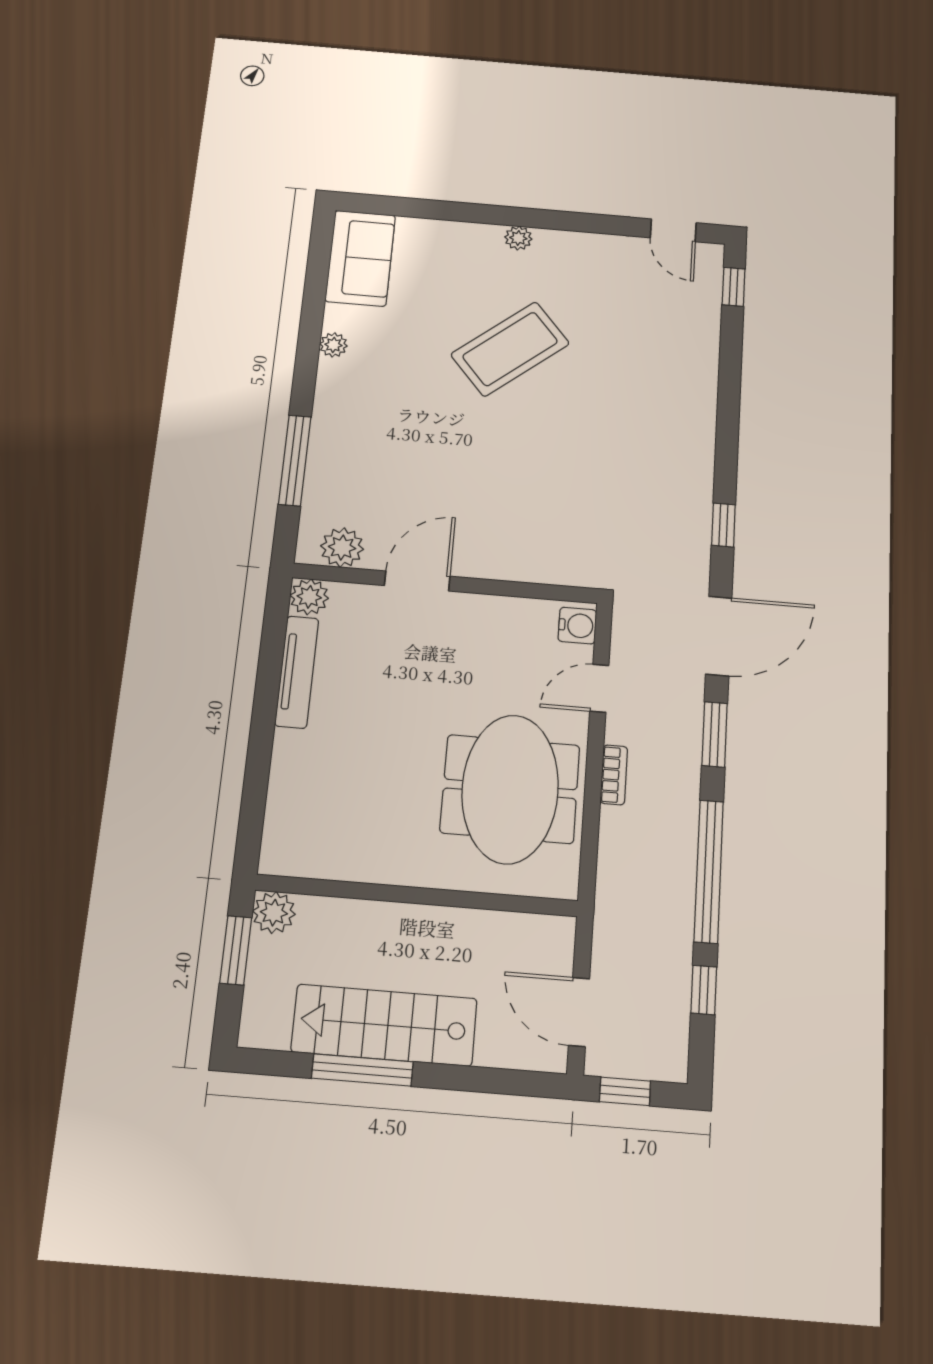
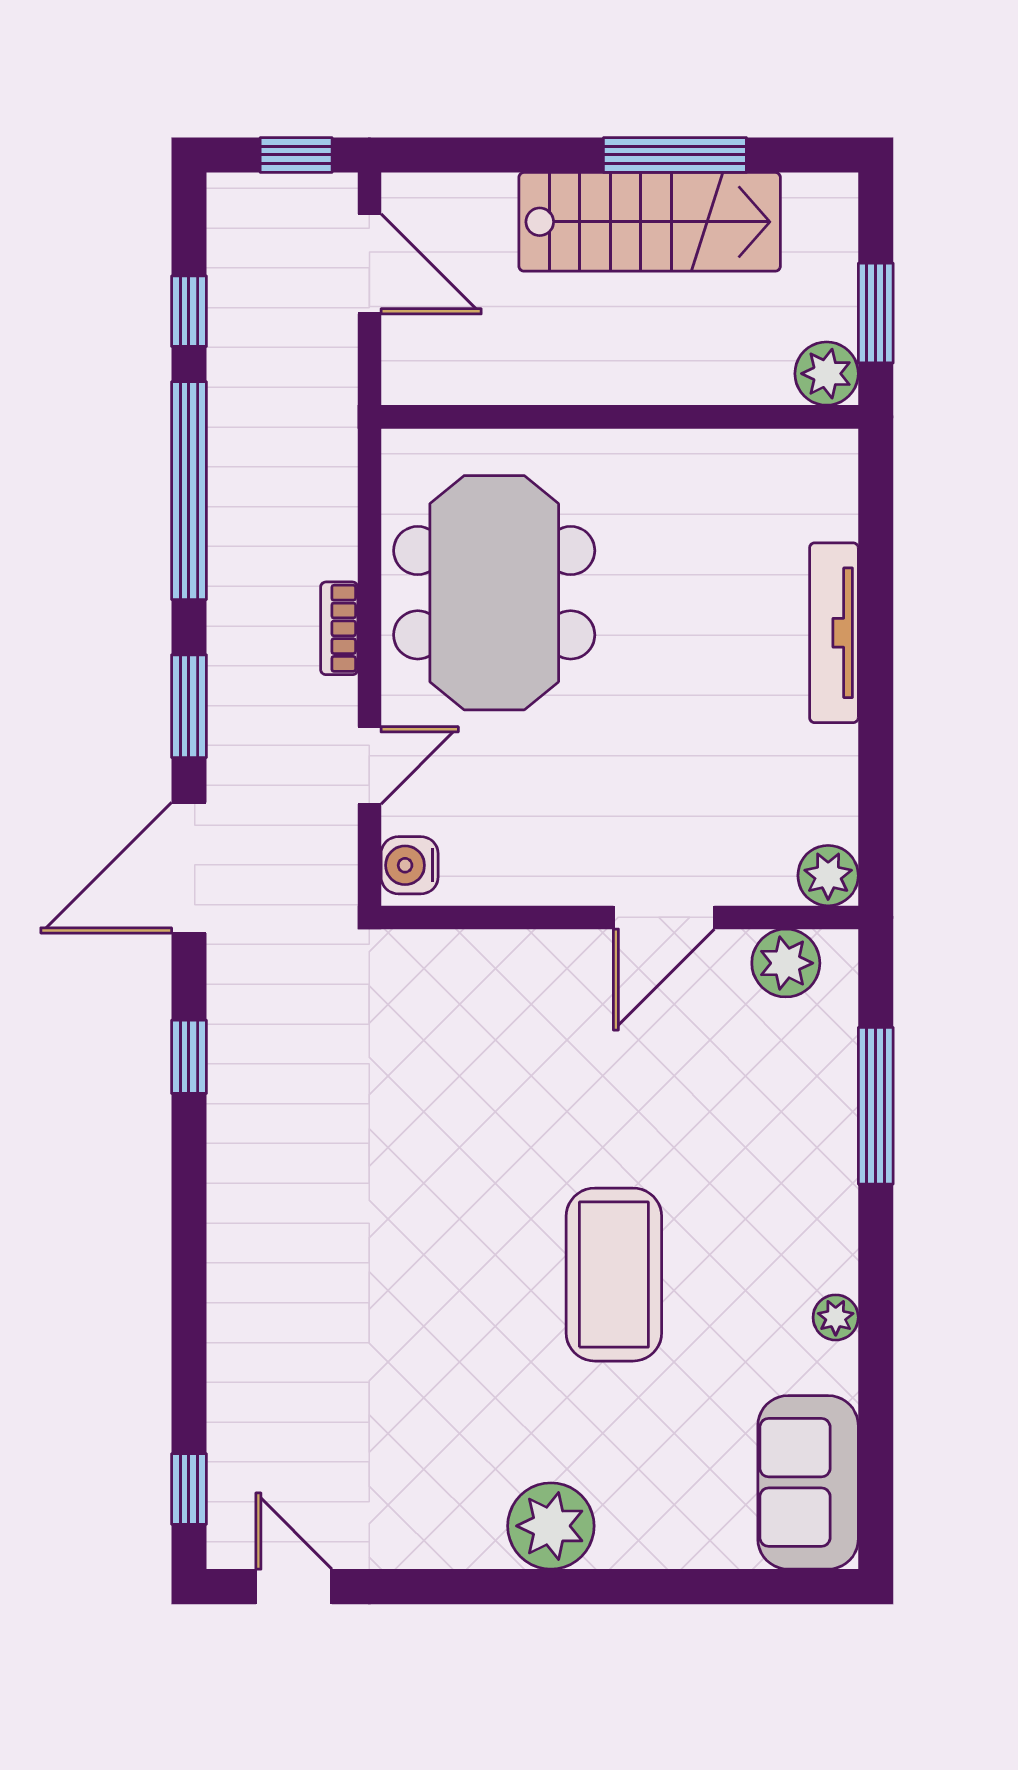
plant: (518, 238) -> (551, 1526), width x1.88, depth x1.88
coffee table: (510, 349) -> (614, 1275), moved, turned -50
tv unit: (297, 672) -> (834, 633), moved

